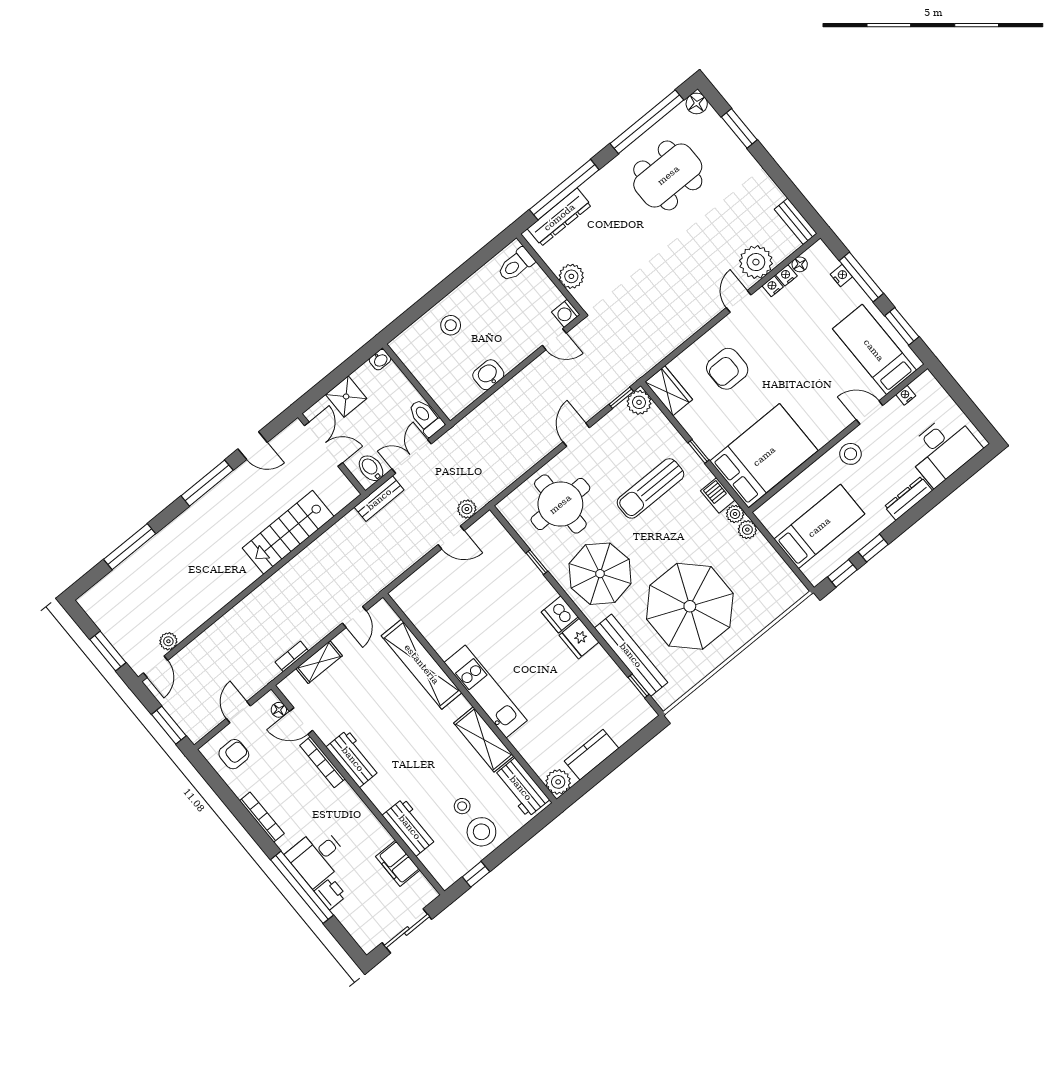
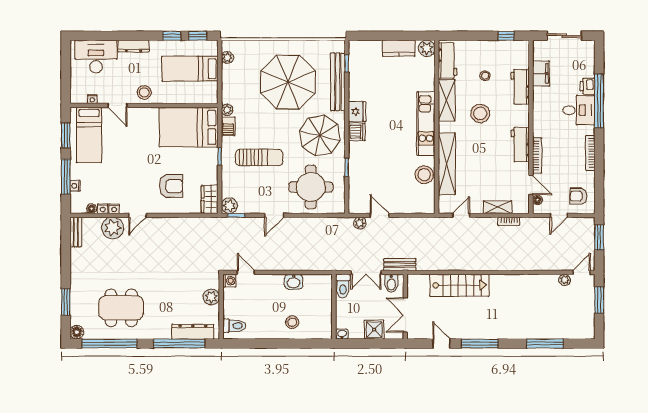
plant: (747, 530) -> (227, 58), moved
stool: (438, 629) -> (424, 175), added
stool: (481, 832) -> (480, 113), moved

